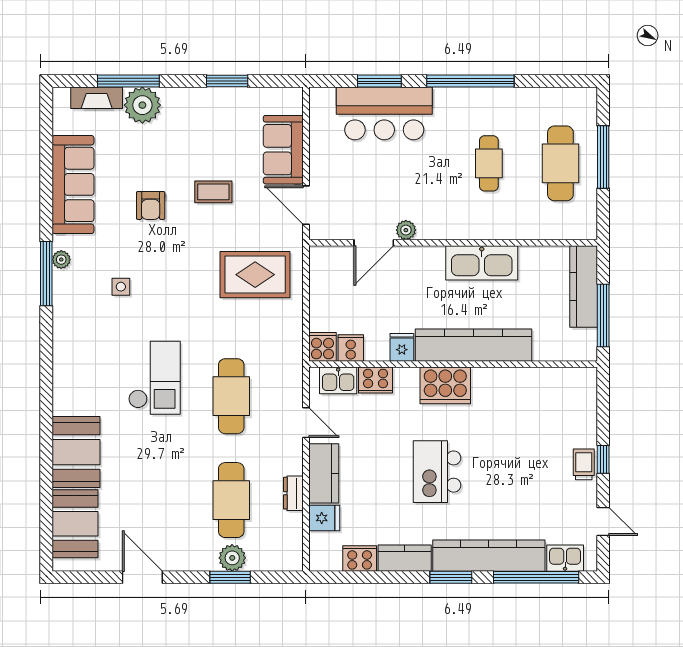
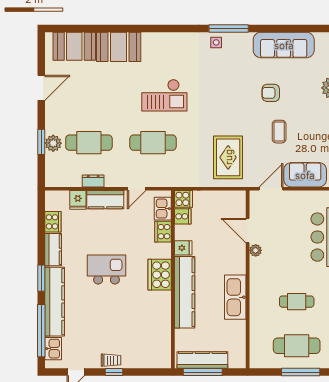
plant: (61, 260) -> (237, 38), removed
kitchen counter: (584, 286) -> (202, 360), moved
side table: (121, 287) -> (216, 42), moved

